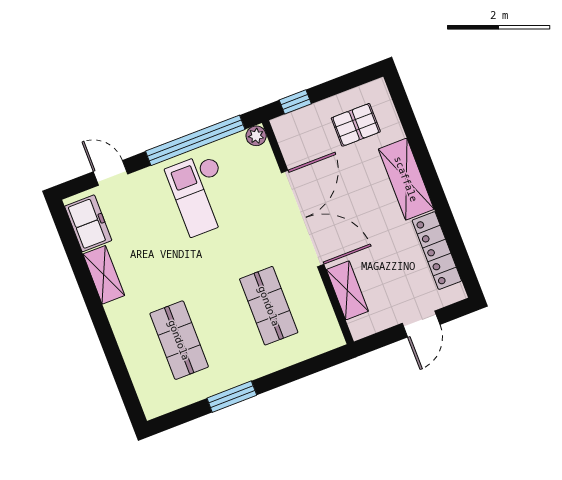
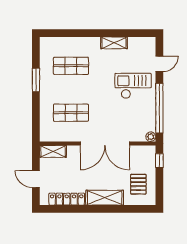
checkout: (201, 194) -> (133, 86), moved
freezer: (88, 223) -> (140, 45), removed
shelving: (347, 290) -> (53, 151), moved

